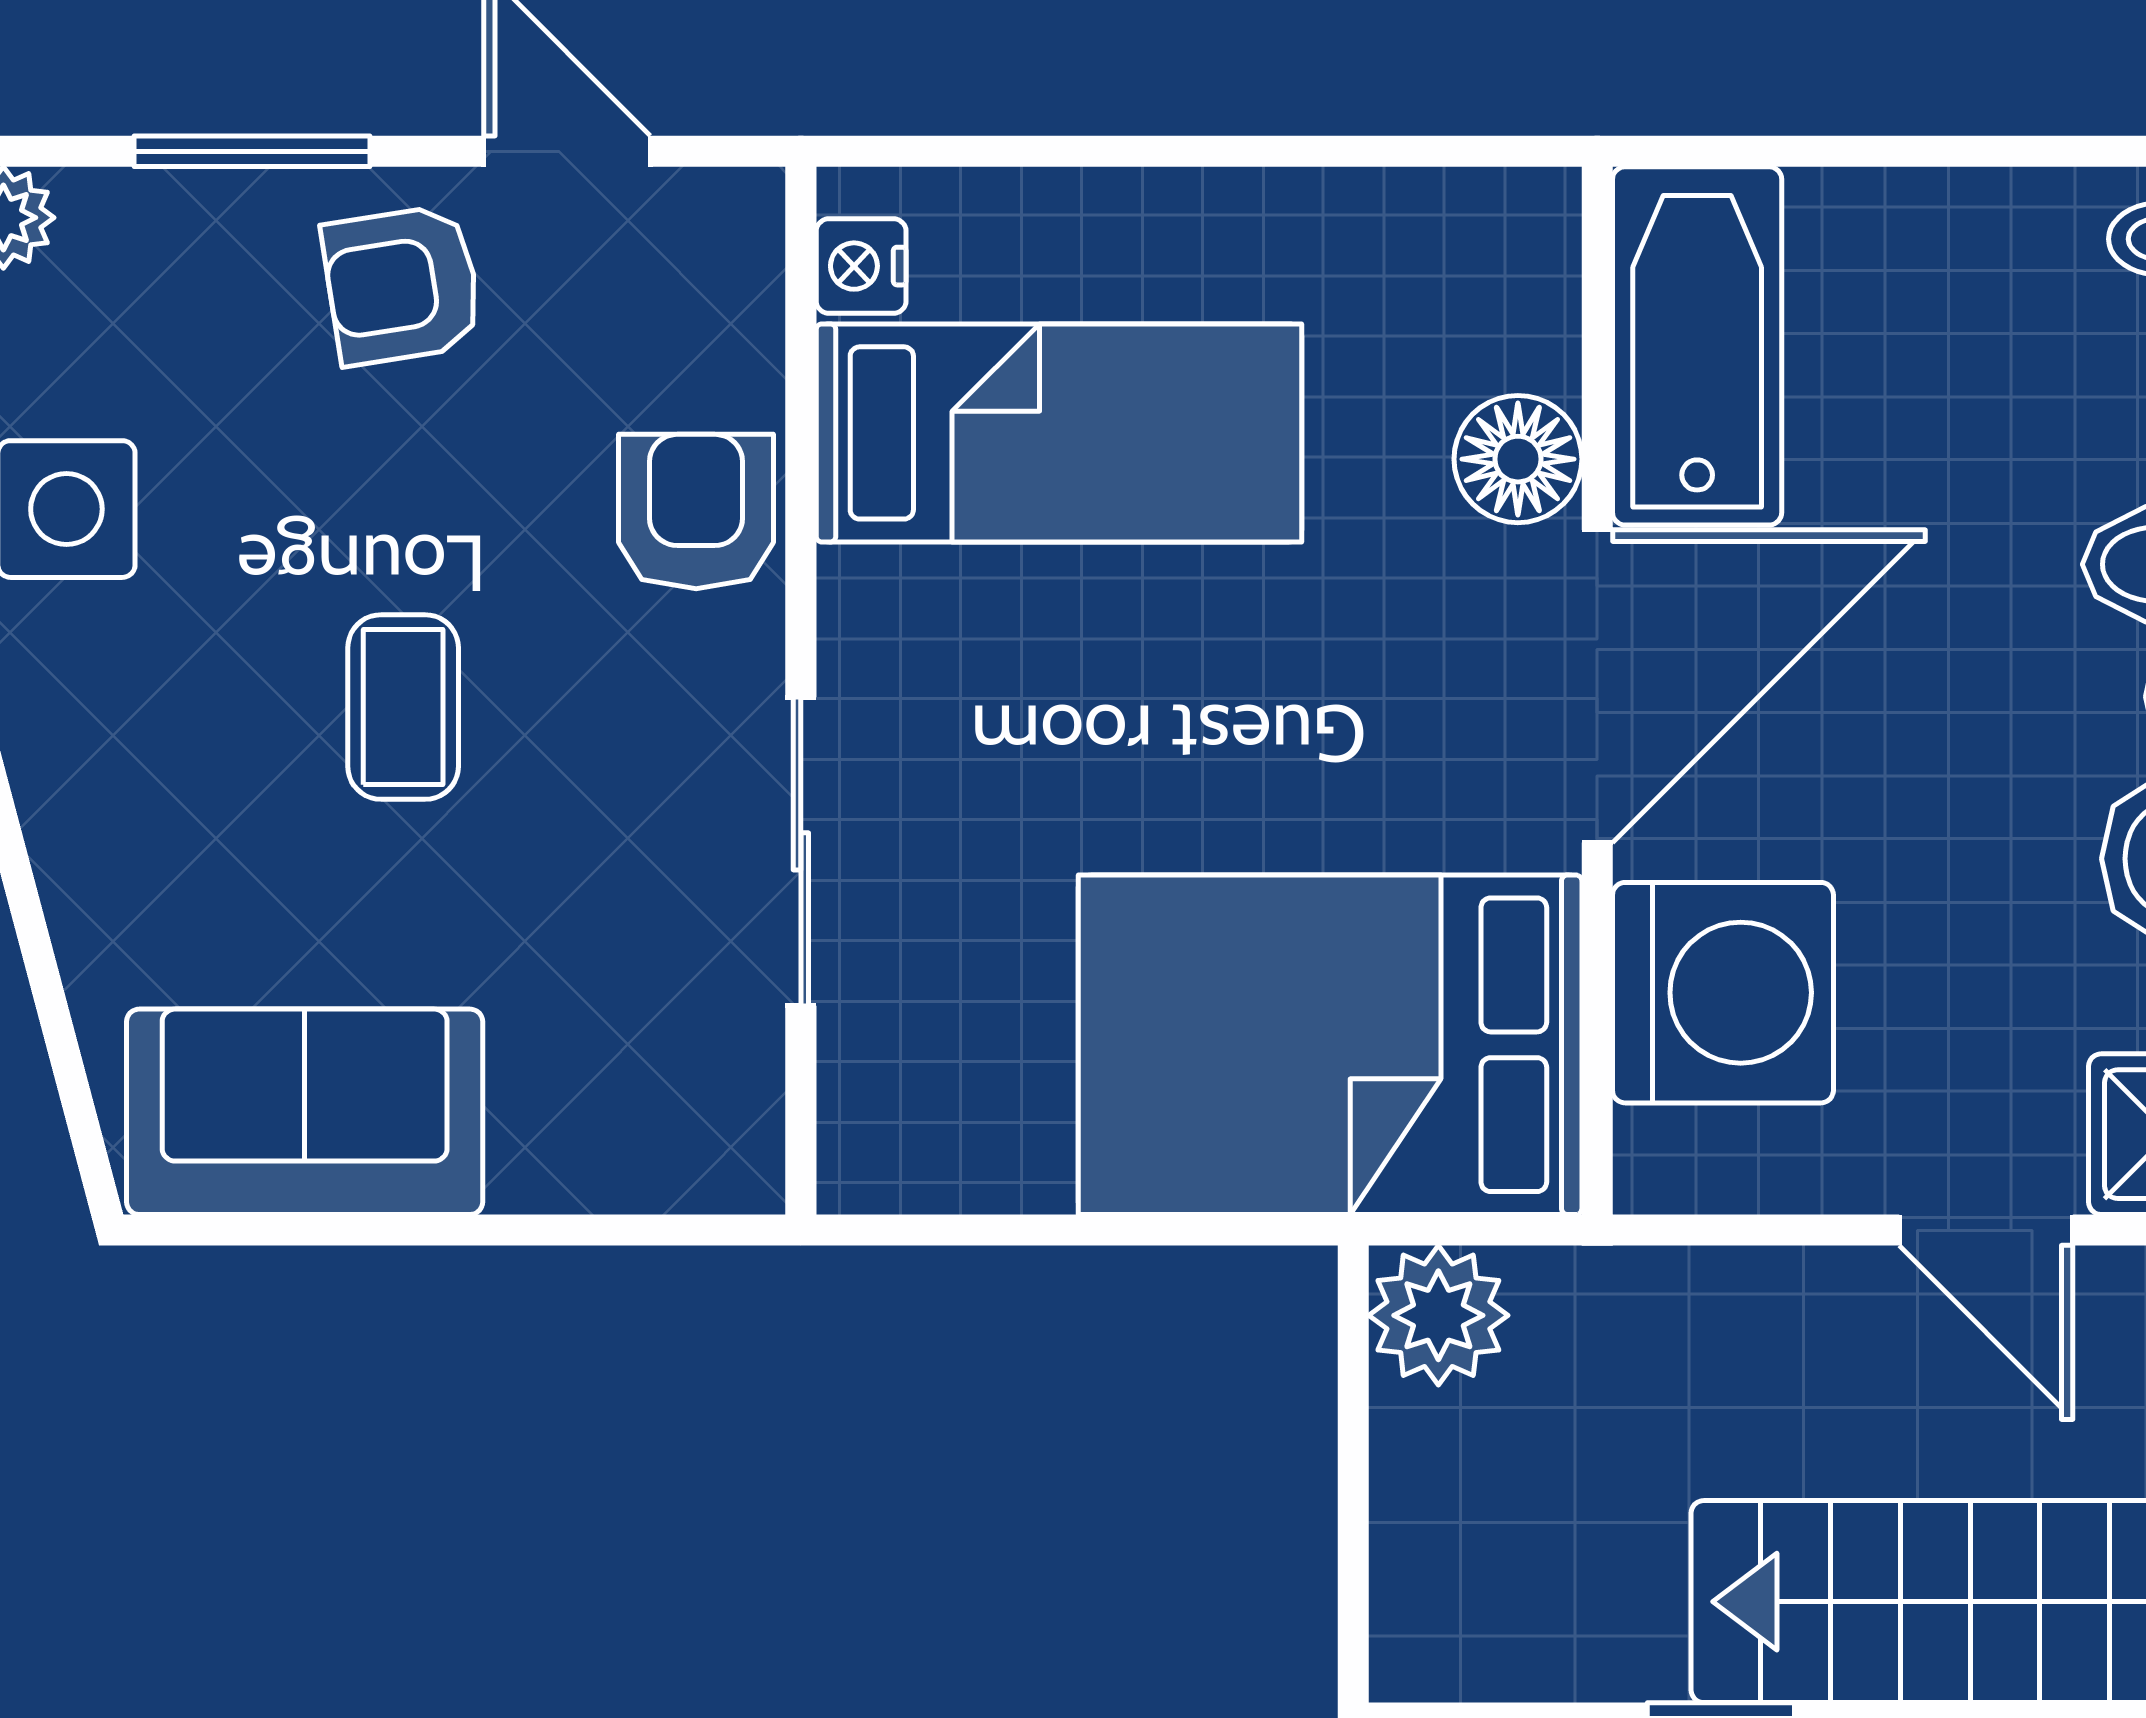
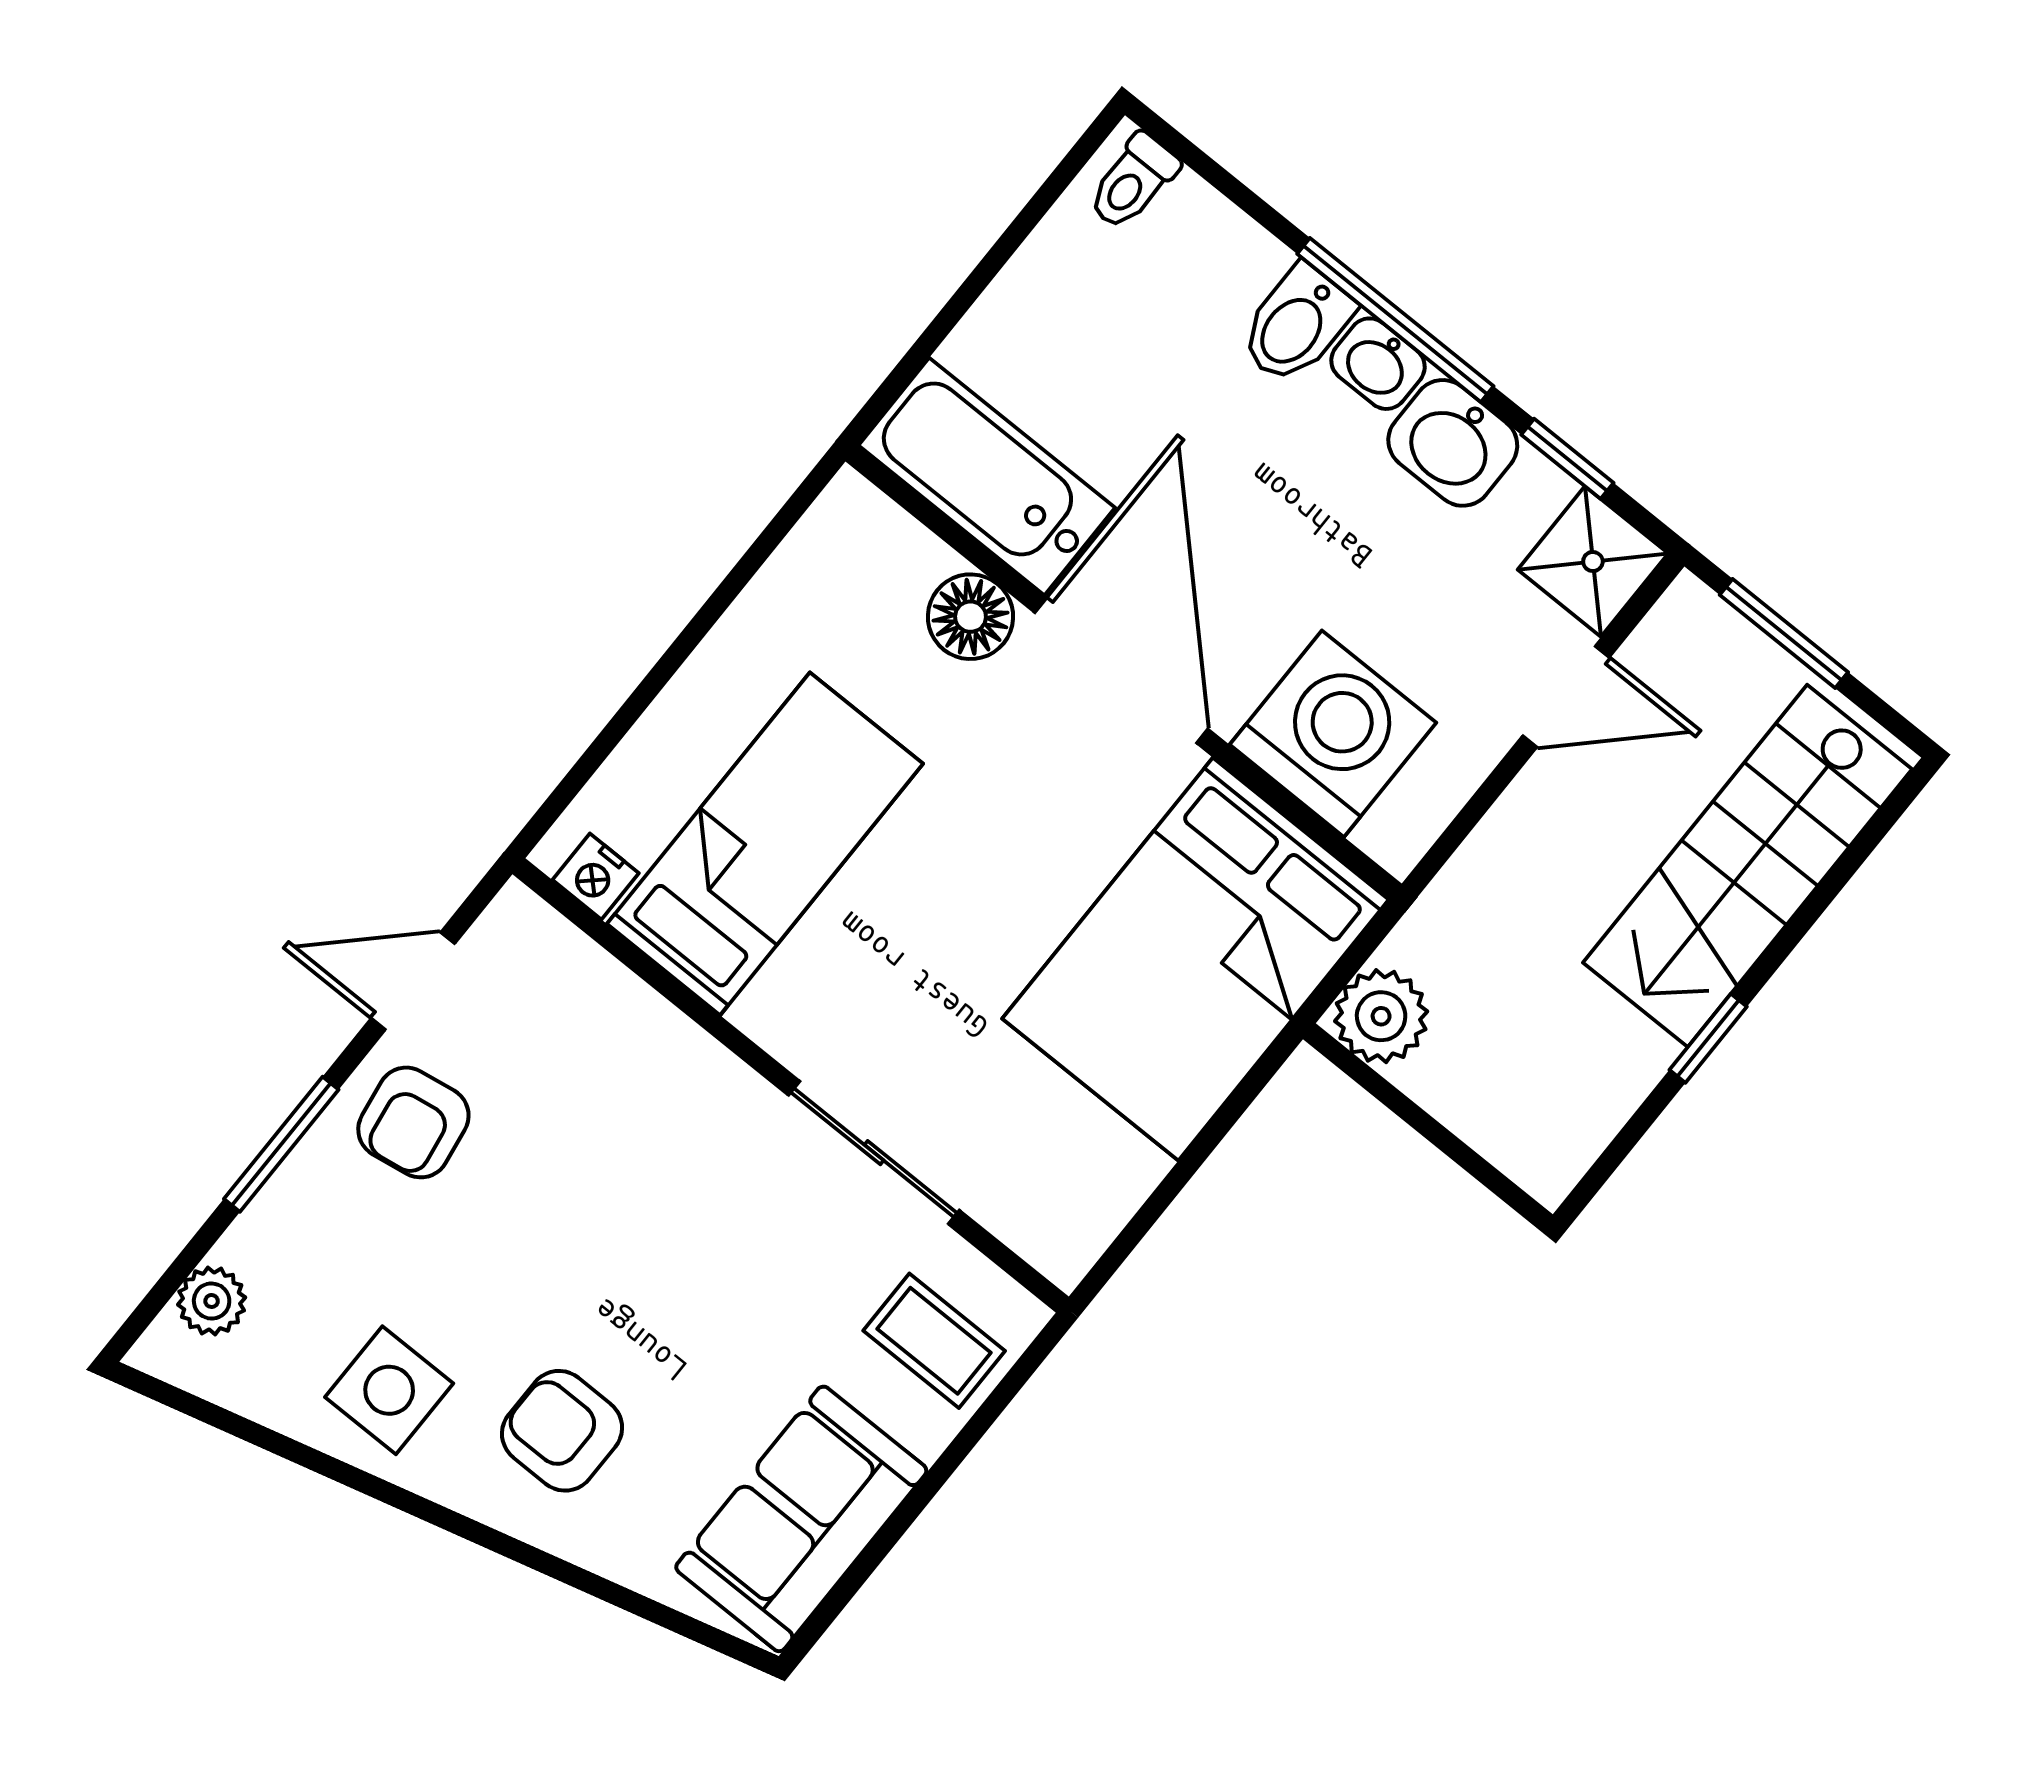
armchair: (696, 512) -> (562, 1431), moved
coffee table: (403, 707) -> (934, 1341), moved

